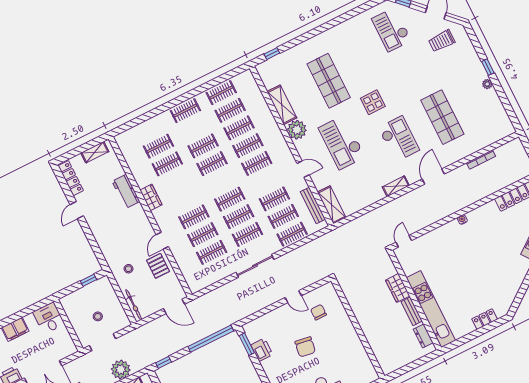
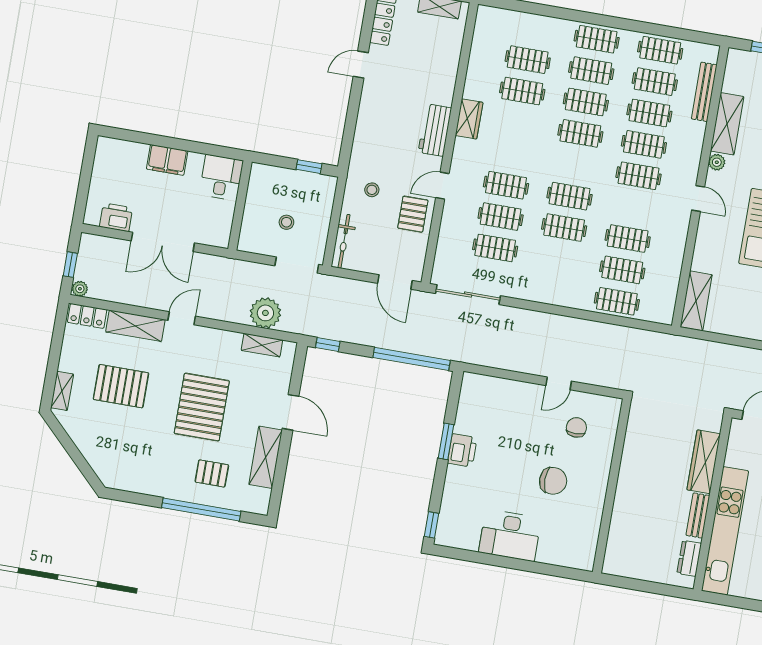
plant: (297, 130) -> (717, 162), width x0.53, depth x0.53
door: (303, 169) -> (698, 198), moved
workbench: (126, 191) -> (435, 130), moved
bench: (313, 205) -> (704, 92), moved
clothes rail: (247, 234) -> (591, 71), moved
sliding door: (255, 266) -> (468, 295), moved
wardrobe: (398, 288) -> (704, 462), width x1.50
door: (293, 297) -> (559, 383), hinge flipped
doorway: (103, 342) -> (297, 265), moved
window: (247, 344) -> (446, 441), moved
chair: (305, 347) -> (553, 481), moved, turned -99
printer: (262, 350) -> (462, 450), moved

